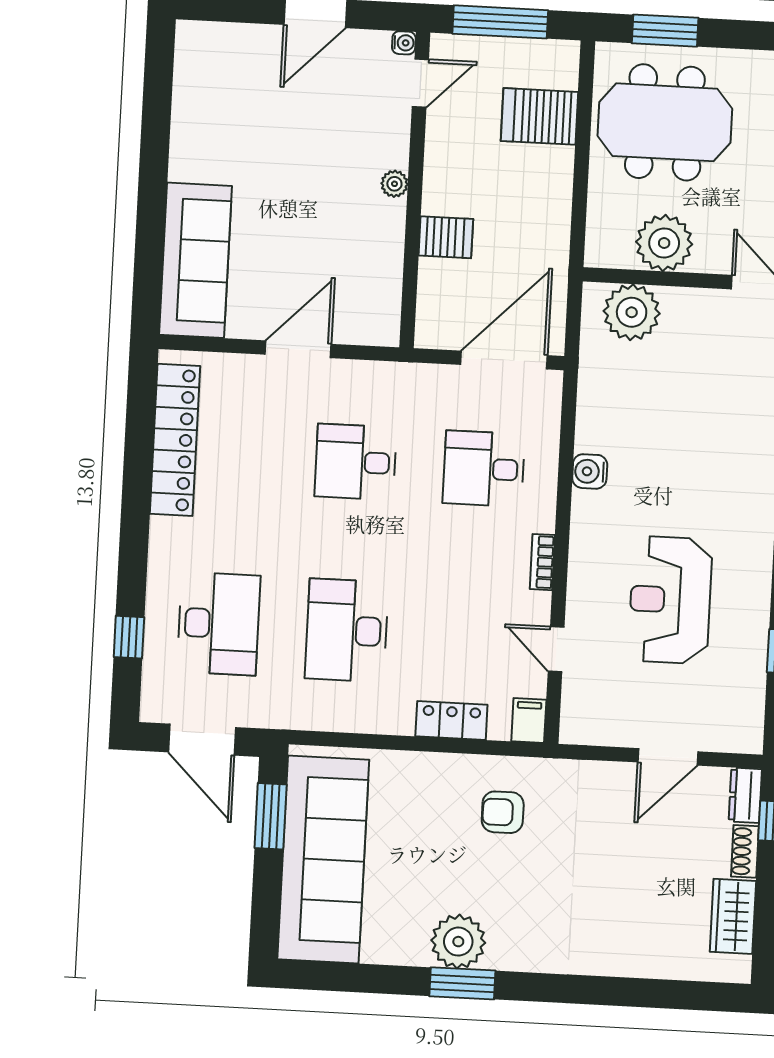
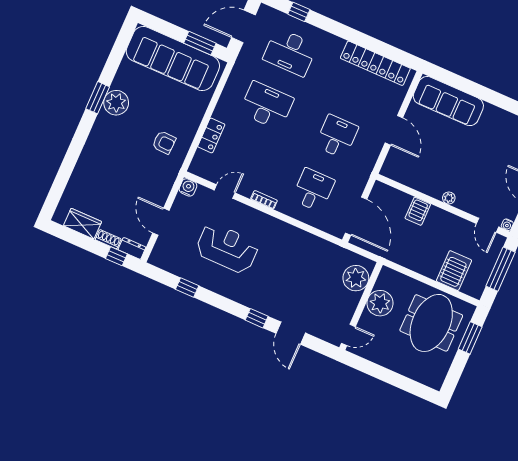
water cooler: (590, 471) -> (188, 187), moved
filing cabinet: (529, 721) -> (199, 168), removed
armchair: (503, 812) -> (164, 142), turned 92

